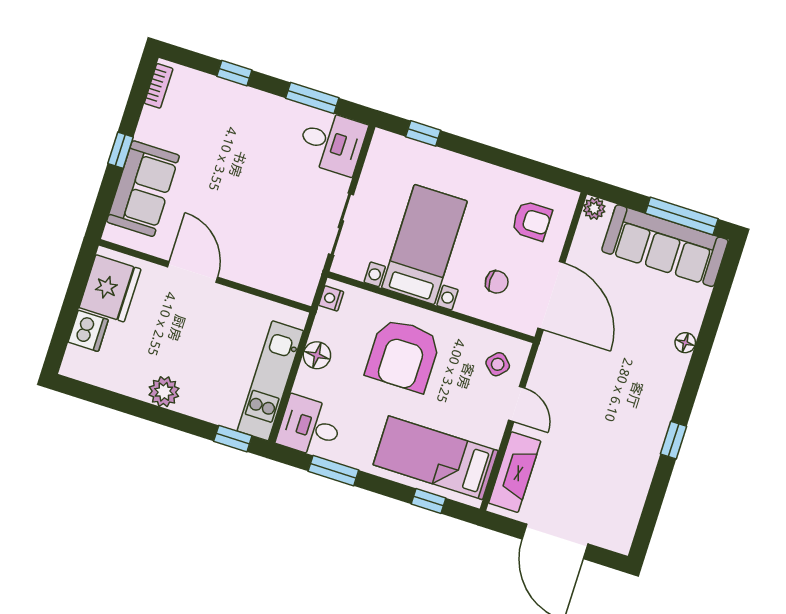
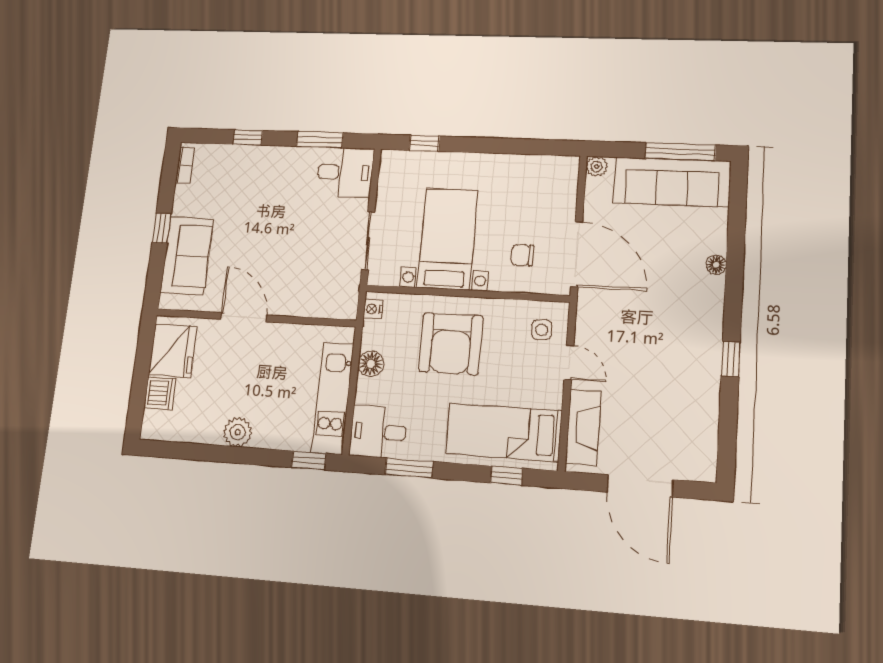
armchair: (532, 221) -> (541, 192), removed
chair: (497, 282) -> (522, 255), turned 180
side table: (498, 364) -> (542, 330), turned 45

